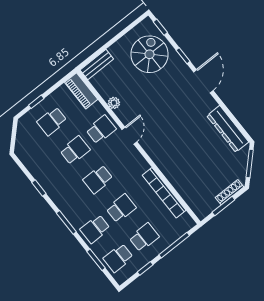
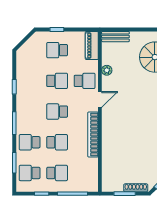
bookcase: (164, 193) -> (93, 135), moved

